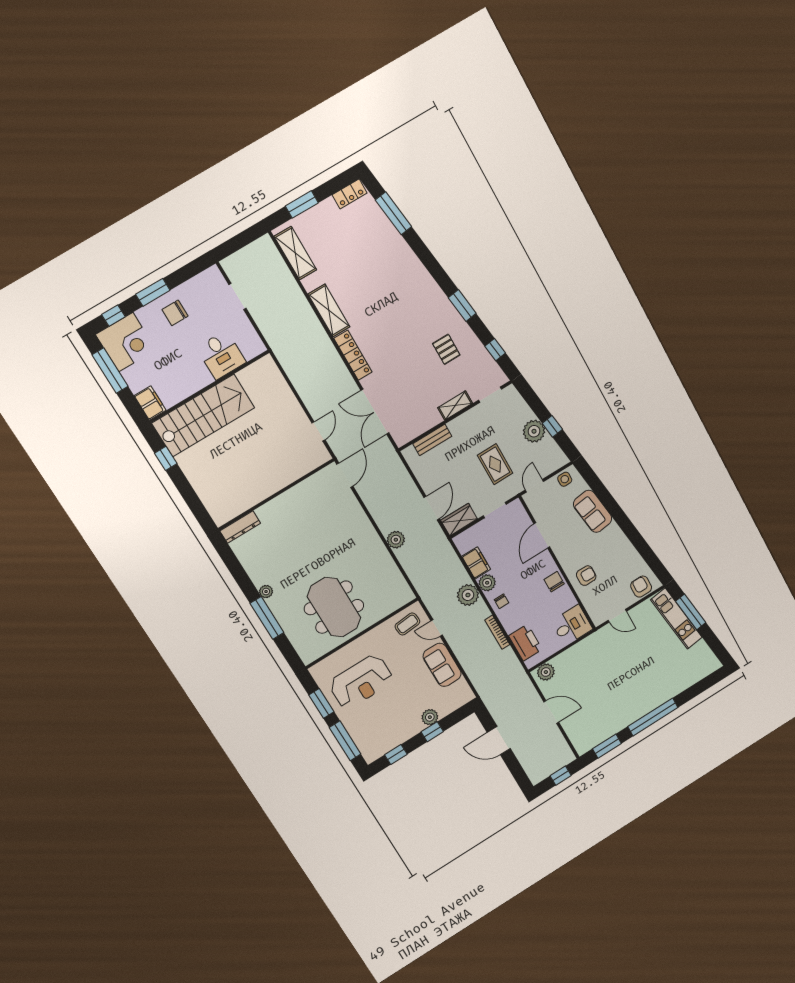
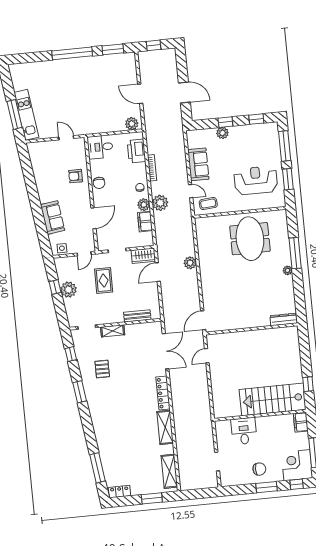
armchair: (641, 587) -> (41, 150), removed

